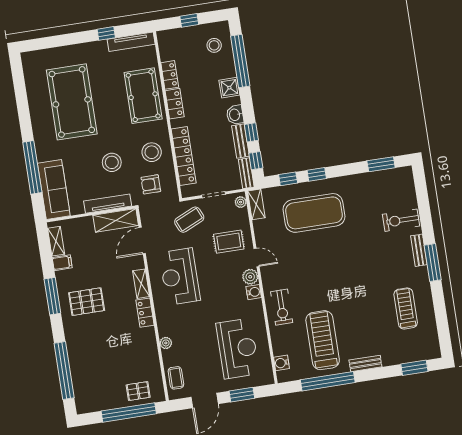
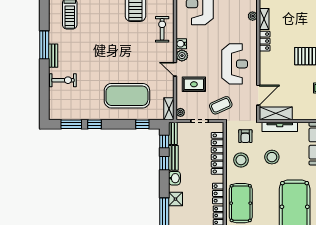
window: (317, 174) -> (95, 124), moved
armchair: (151, 184) -> (245, 136), turned 90
shelving: (141, 284) -> (264, 19), moved

